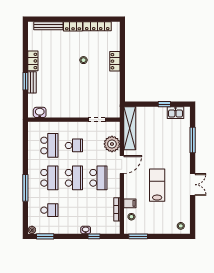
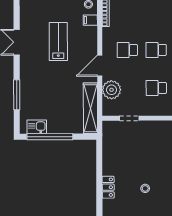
window: (164, 104) -> (50, 137), width x3.17
school desk: (74, 178) -> (156, 50), width x0.54
school desk: (98, 178) -> (127, 50), width x0.54
lab bench: (157, 185) -> (58, 41), turned 180

